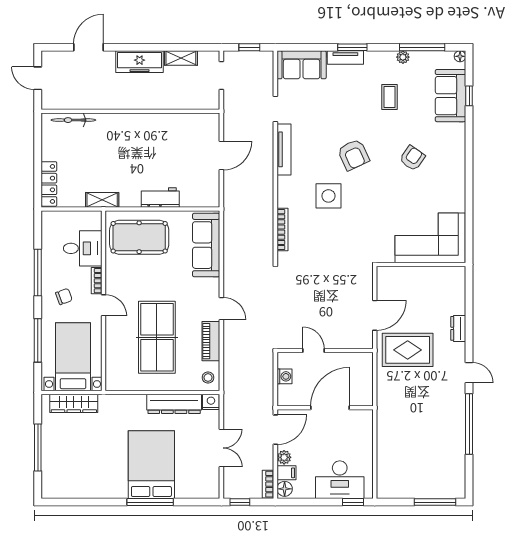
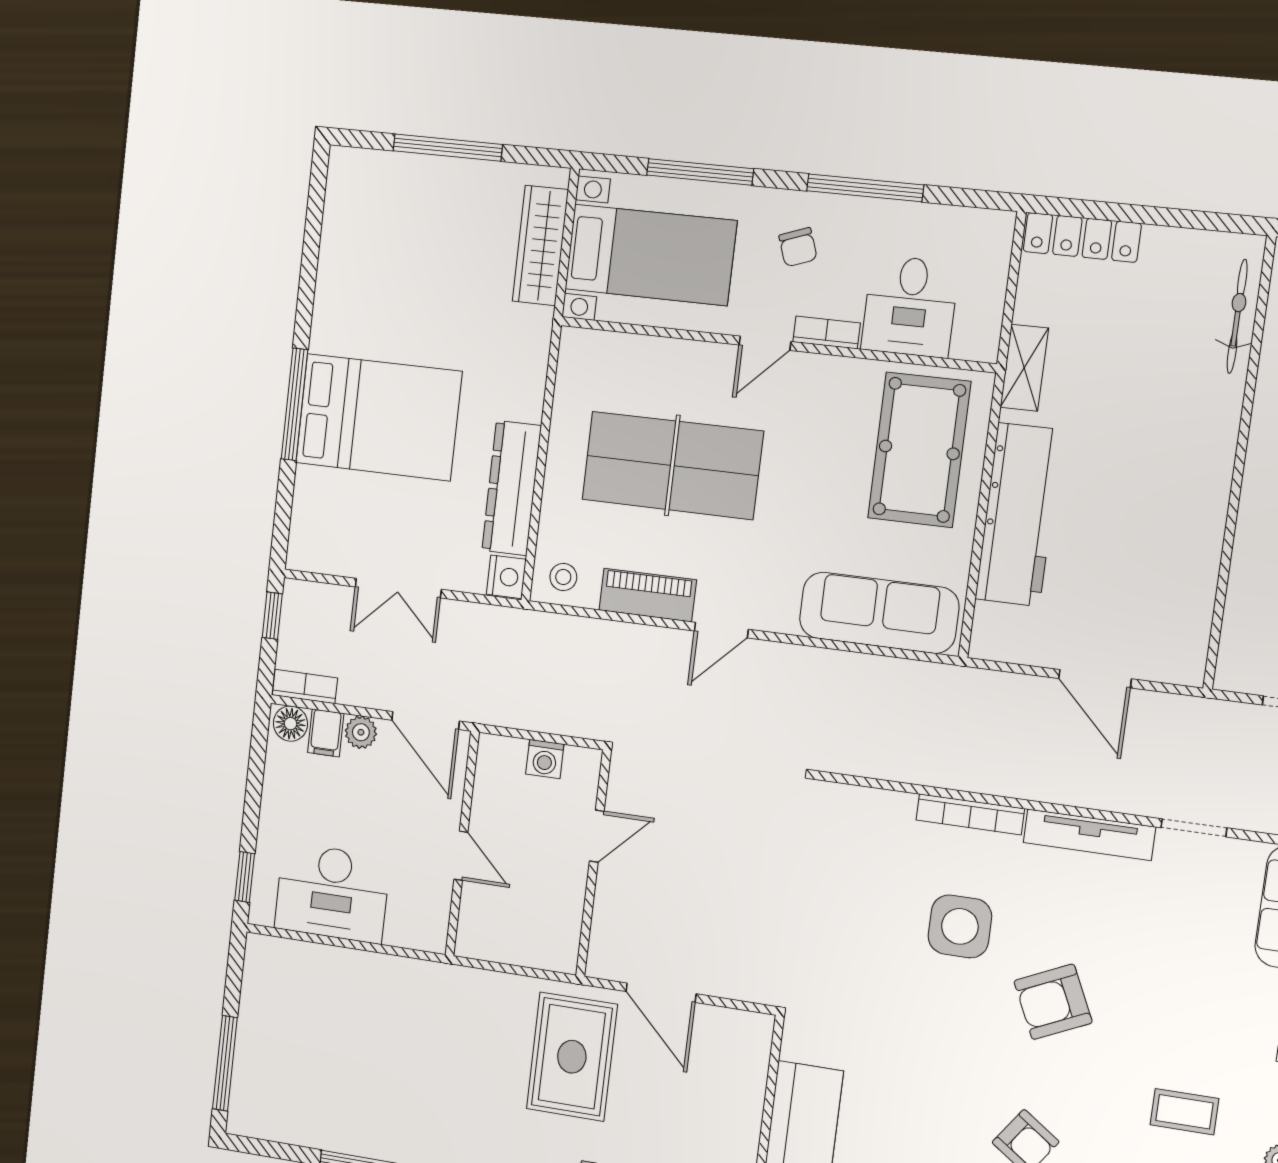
workbench: (160, 197) -> (1019, 515), width x1.88, depth x1.32
bookcase: (282, 230) -> (970, 814), moved
door: (330, 408) -> (461, 856), width x0.53
desk: (340, 480) -> (332, 893), moved, turned -90

